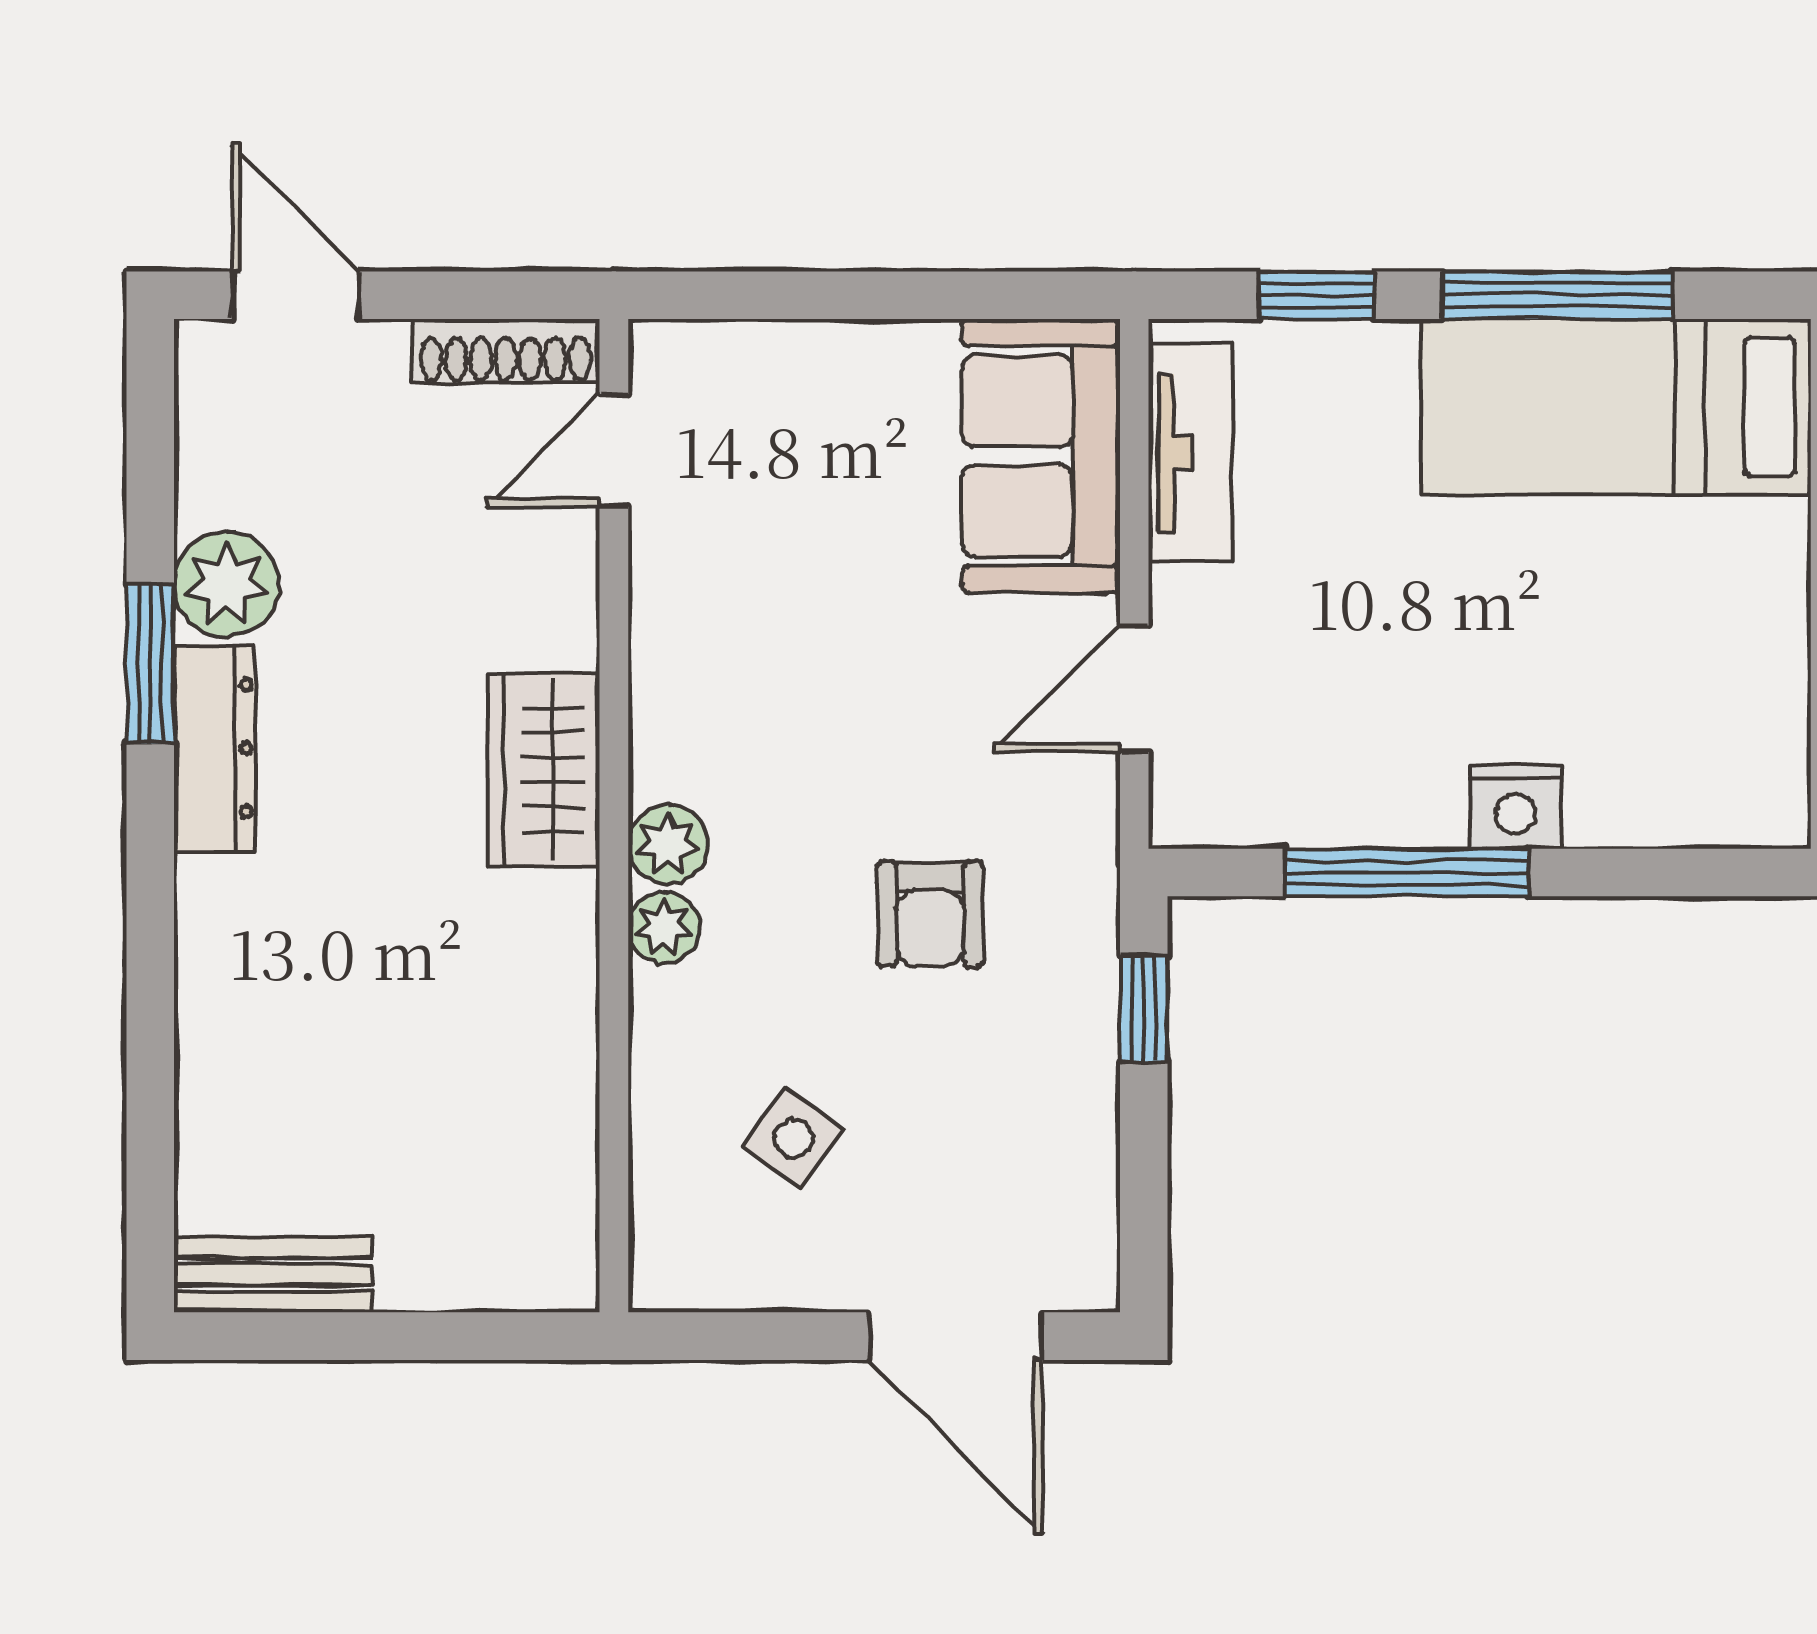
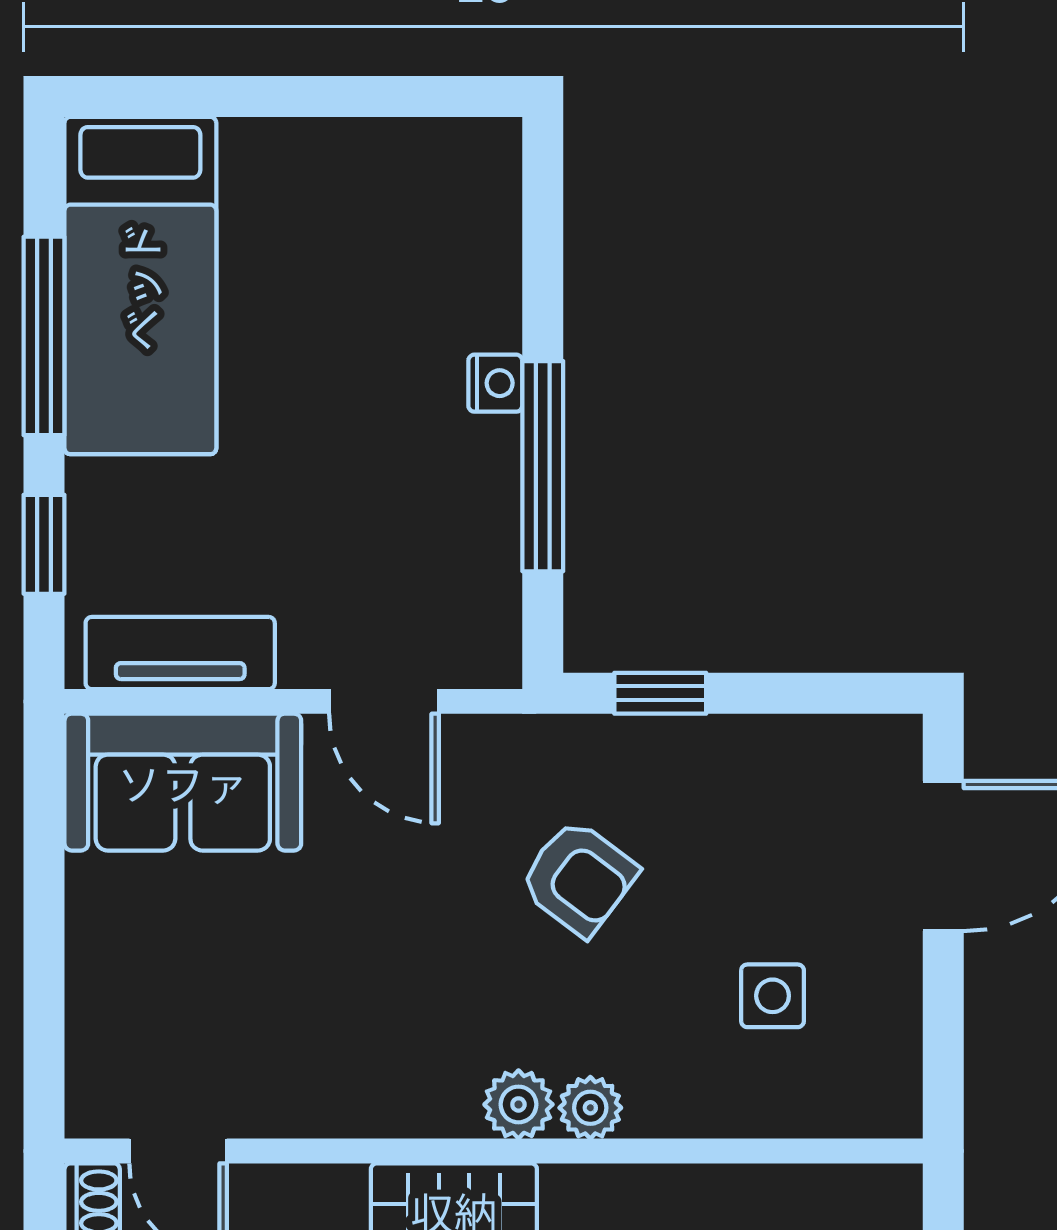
nightstand: (1515, 807) -> (495, 383), width x0.72, depth x0.74
armchair: (930, 914) -> (578, 878), turned 37
side table: (794, 1138) -> (773, 996), turned -36

